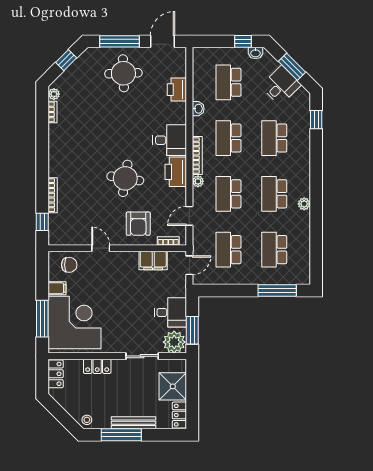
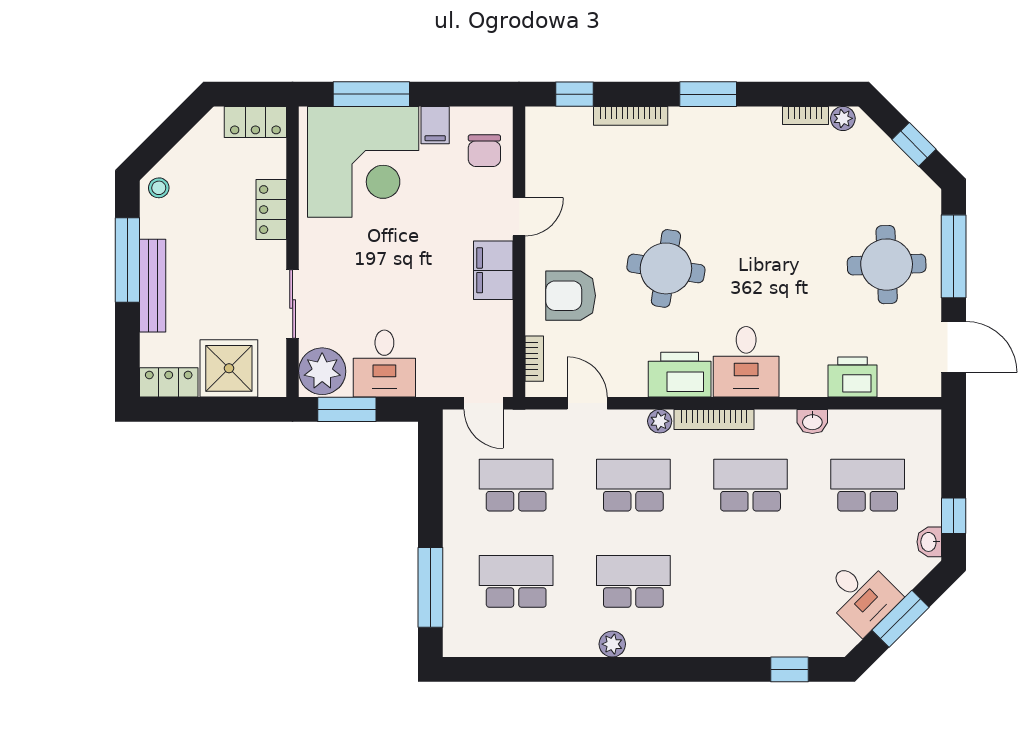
school desk: (274, 138) -> (751, 581), removed
window: (42, 158) -> (708, 94), added
filing cabinet: (153, 261) -> (493, 270), moved

